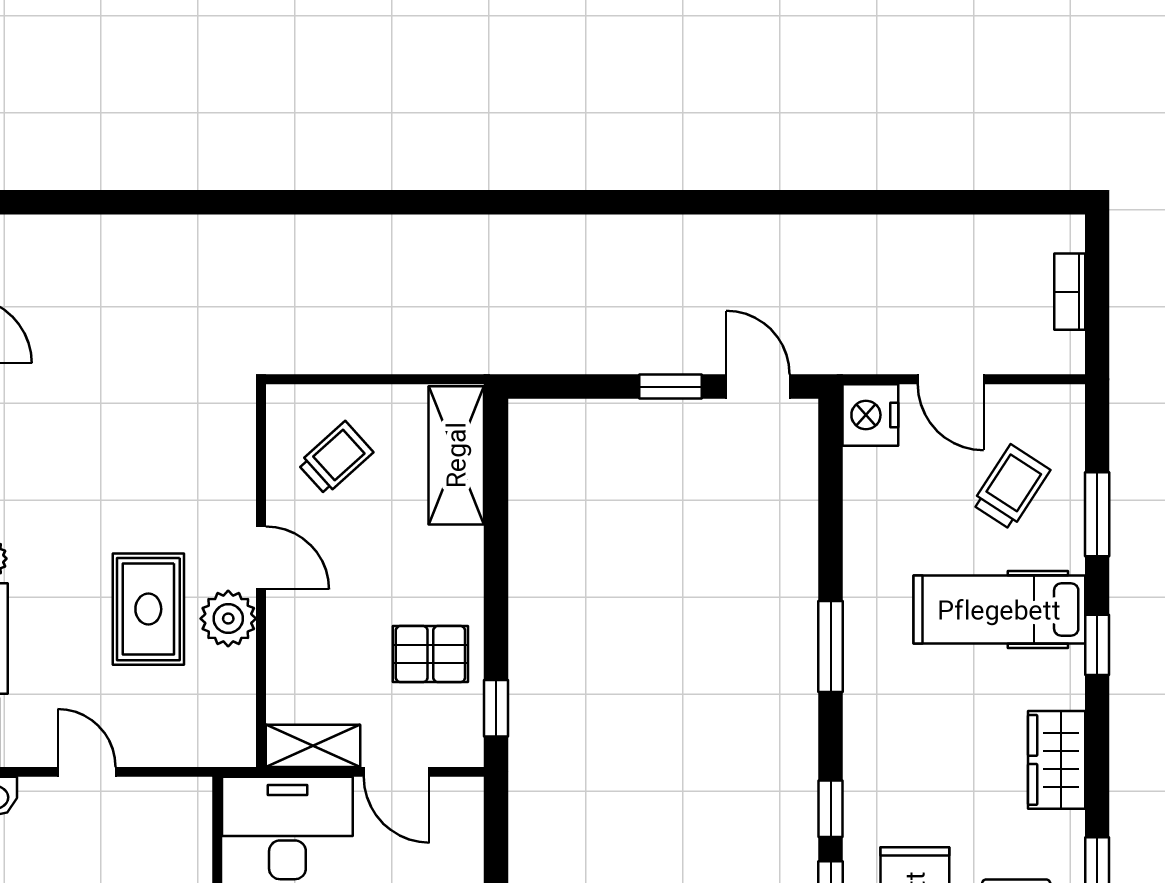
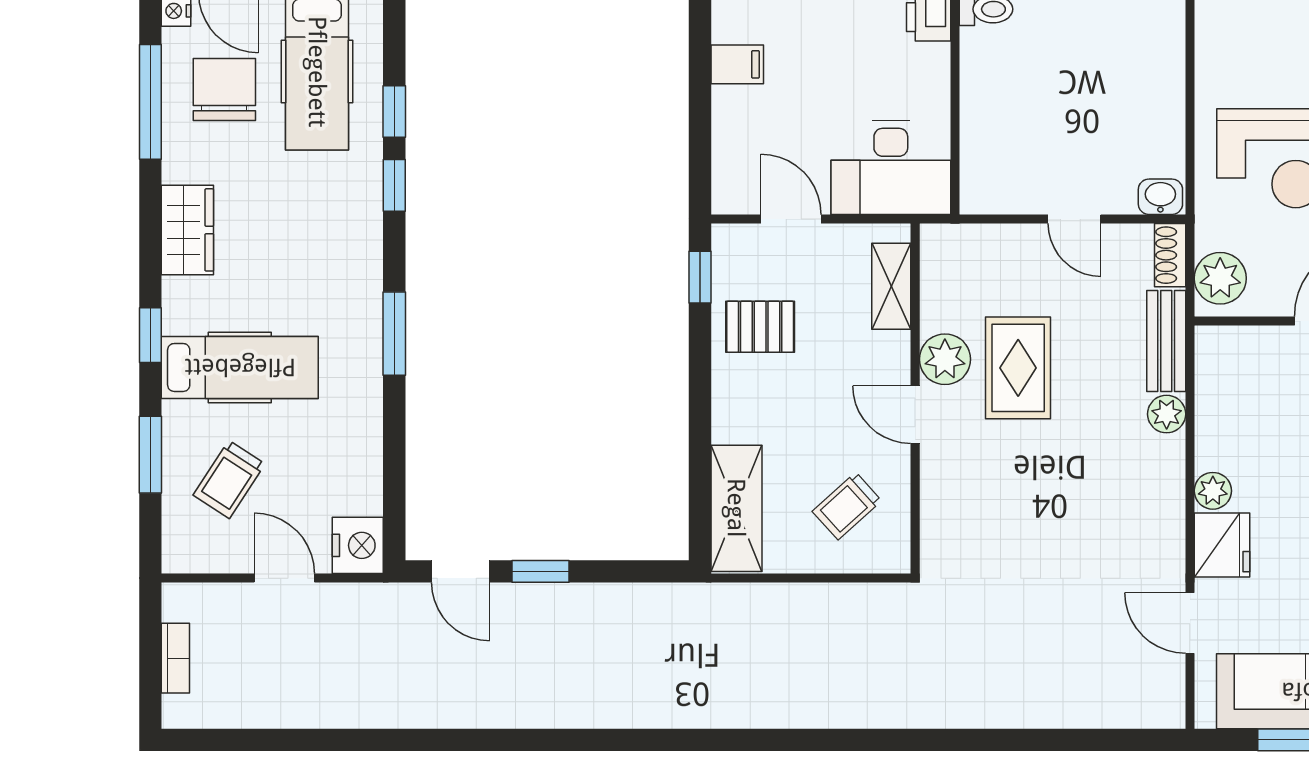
shelving: (313, 746) -> (891, 286), moved, turned 90

